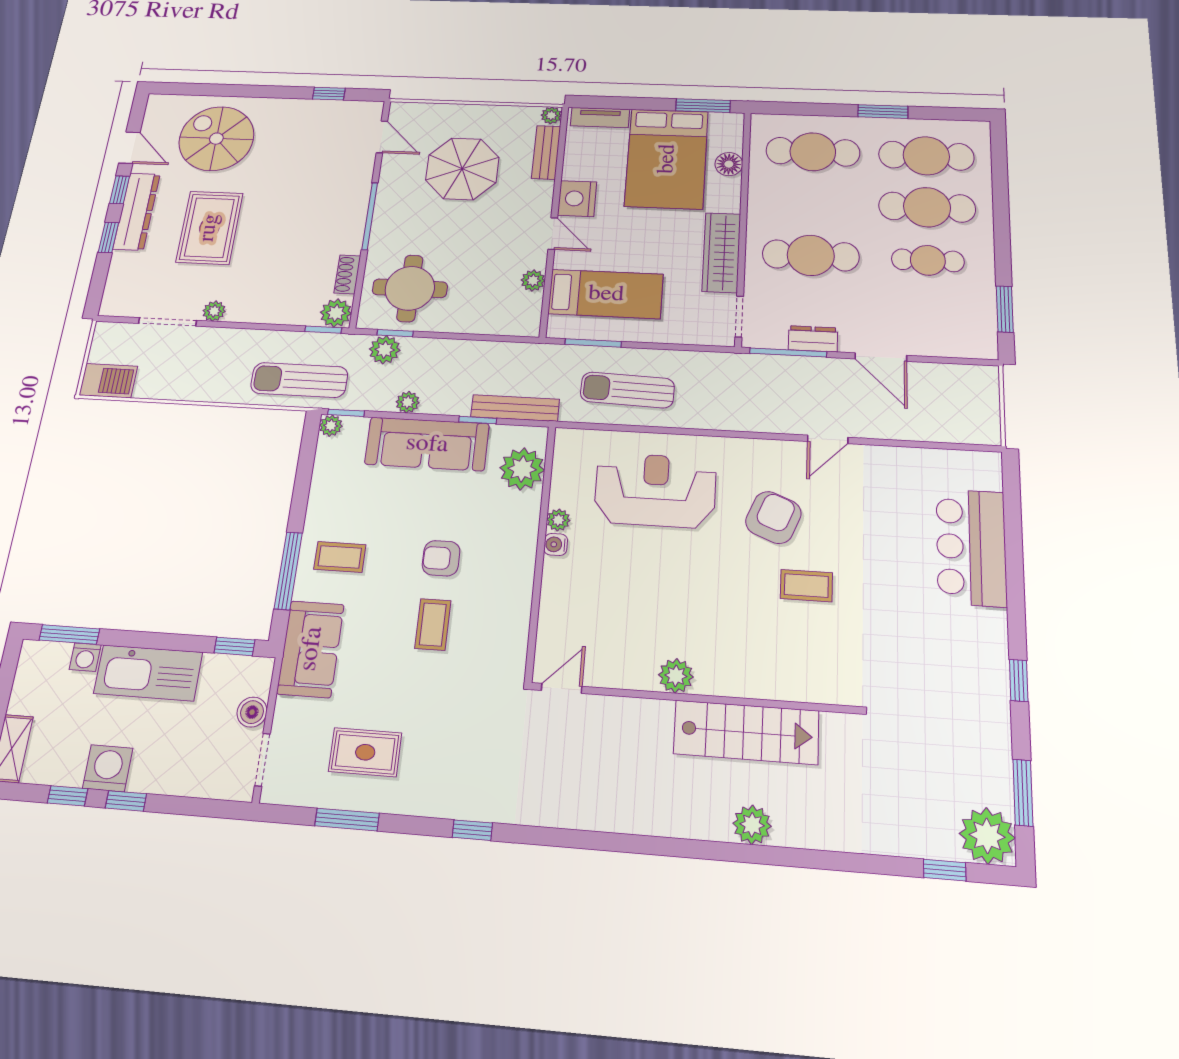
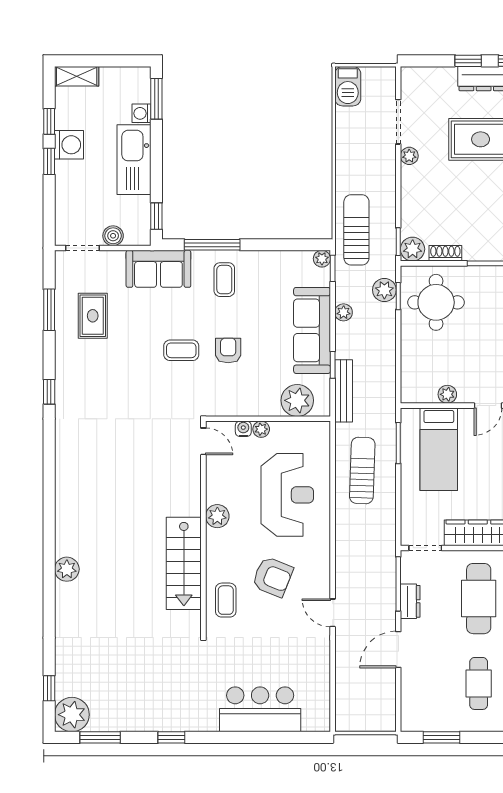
plant: (676, 676) -> (217, 516), moved
door: (562, 688) -> (203, 441), moved
wall: (693, 698) -> (203, 528), moved
stairs: (746, 732) -> (184, 563), moved

